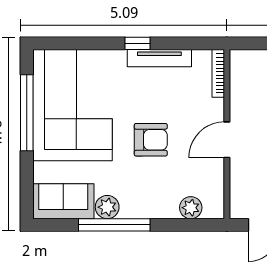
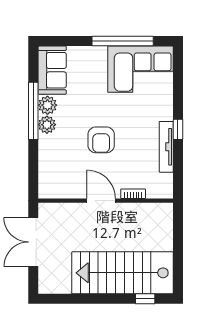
bookcase: (218, 73) -> (133, 194), moved, width x0.64
corner sofa: (72, 105) -> (141, 69), width x0.73, depth x0.74
plant: (191, 208) -> (47, 125), moved

